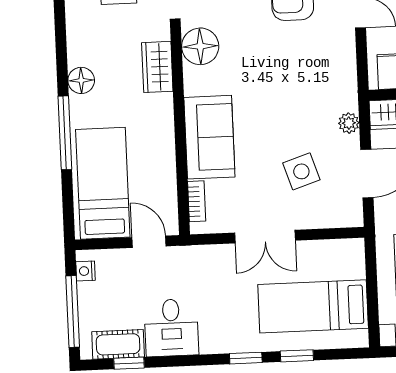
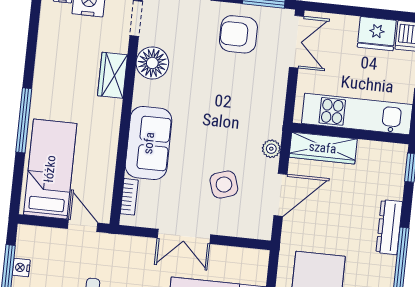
floor lamp: (81, 80) -> (45, 77), removed
nightstand: (86, 271) -> (21, 268), moved

